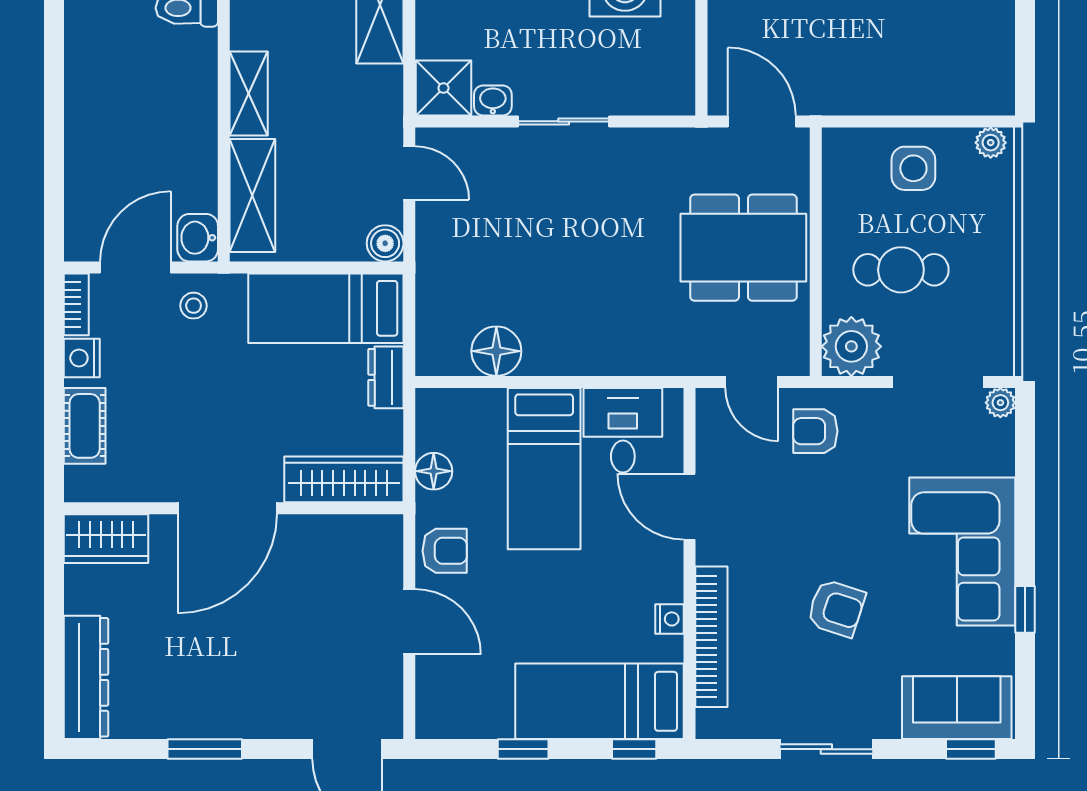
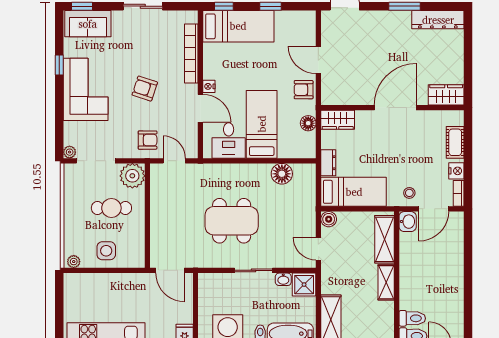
dining table: (743, 248) -> (232, 221), moved
wardrobe: (344, 479) -> (338, 120), width x0.67
armchair: (836, 608) -> (145, 89), moved
nightstand: (669, 619) -> (209, 86), moved
dresser: (86, 677) -> (438, 20), moved, turned -90

